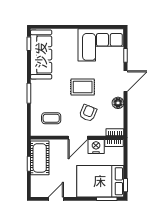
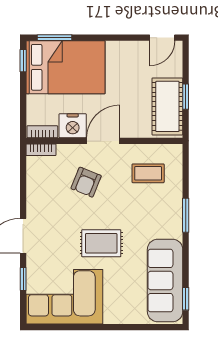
rug: (83, 87) -> (101, 243), moved
floor lamp: (118, 103) -> (36, 199), removed
door: (56, 199) -> (162, 38), moved

